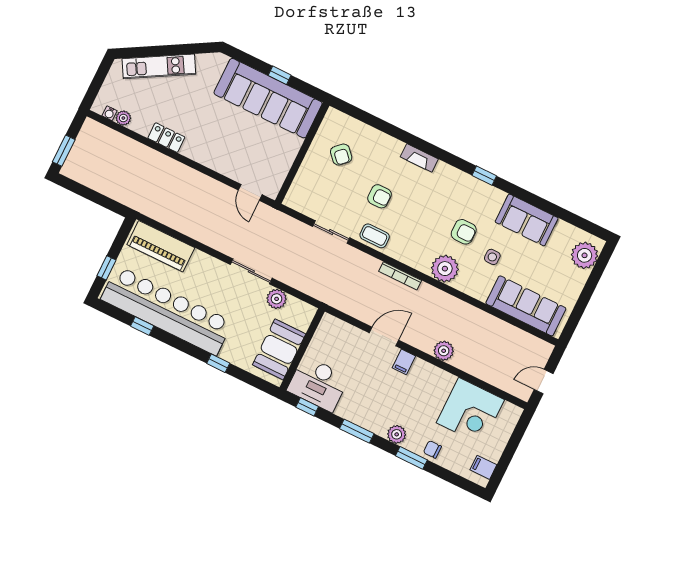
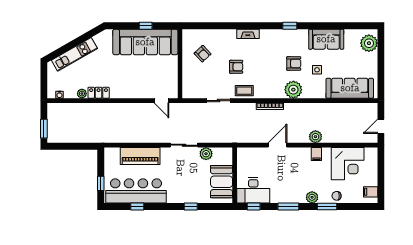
plant: (123, 118) -> (82, 94), moved
piano: (161, 246) -> (140, 156), moved
bar counter: (167, 311) -> (136, 191), width x0.73
filing cabinet: (404, 362) -> (316, 154), moved

